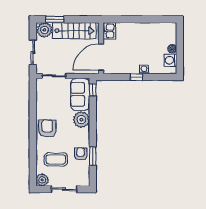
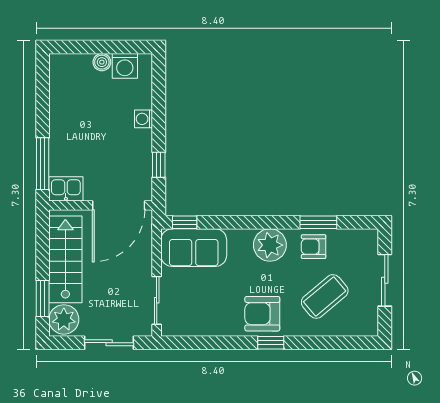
window: (122, 19) -> (43, 164), added
door: (101, 57) -> (119, 205), hinge flipped
window: (136, 77) -> (159, 165), moved
plant: (81, 120) -> (270, 245), moved
window: (33, 133) -> (271, 343), added
coffee table: (56, 159) -> (325, 296), turned 50
plant: (42, 180) -> (366, 324), removed

